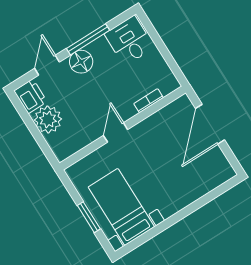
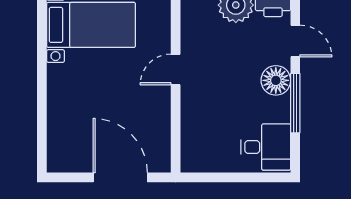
bookcase: (149, 101) -> (188, 127), removed
door: (116, 132) -> (176, 69), swing flipped

